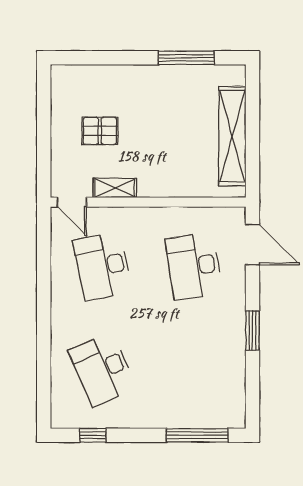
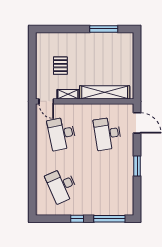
pallet: (100, 131) -> (60, 66), turned 90
shelving: (232, 136) -> (105, 92), moved, turned 90
window: (93, 435) -> (77, 219), moved

